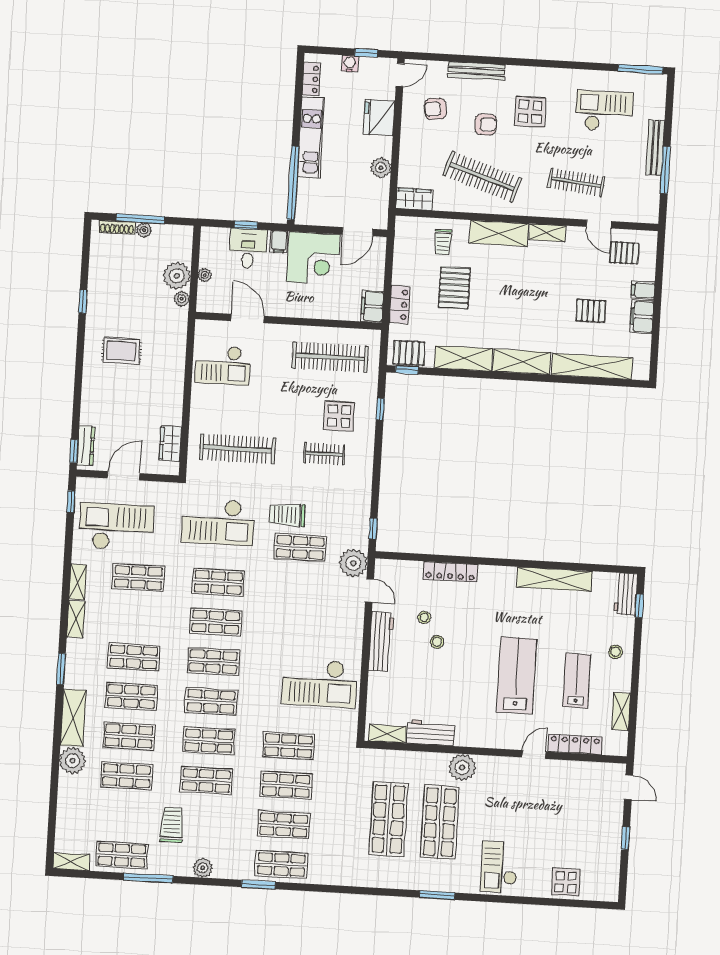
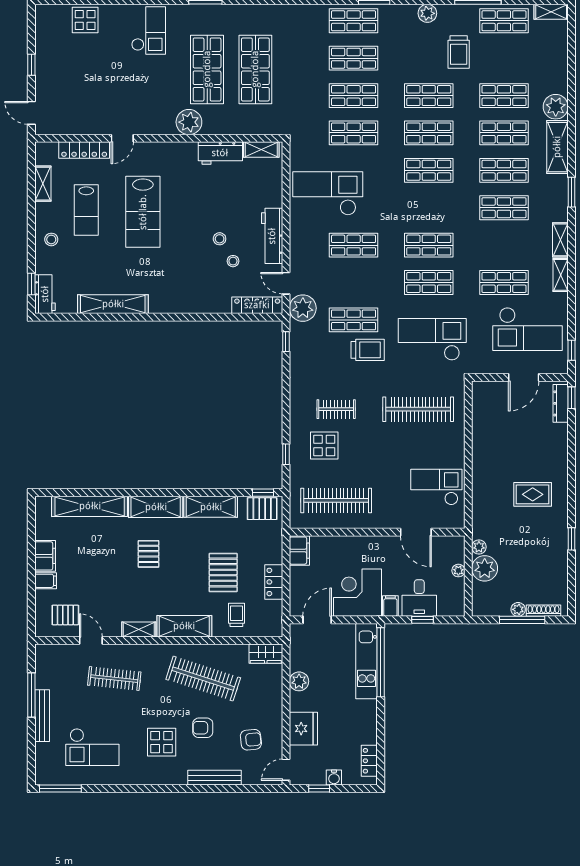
kitchen unit: (311, 137) -> (367, 661), moved
locker: (399, 304) -> (274, 582), moved
pallet: (591, 311) -> (148, 554), moved, turned 90
wardrobe: (170, 444) -> (481, 410), removed
locker: (450, 572) -> (257, 305), moved
shop shelf: (213, 662) -> (354, 245), moved

